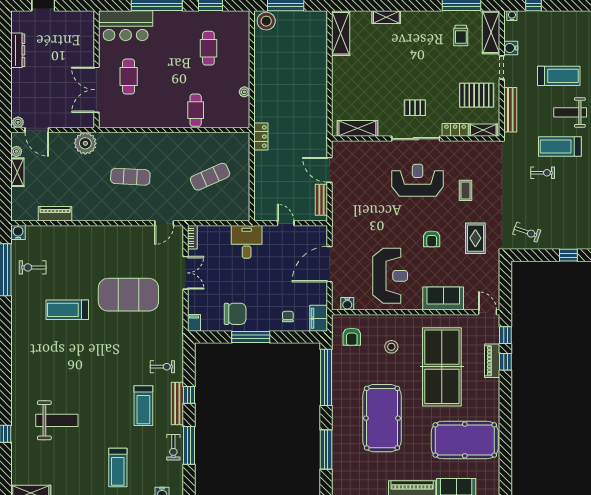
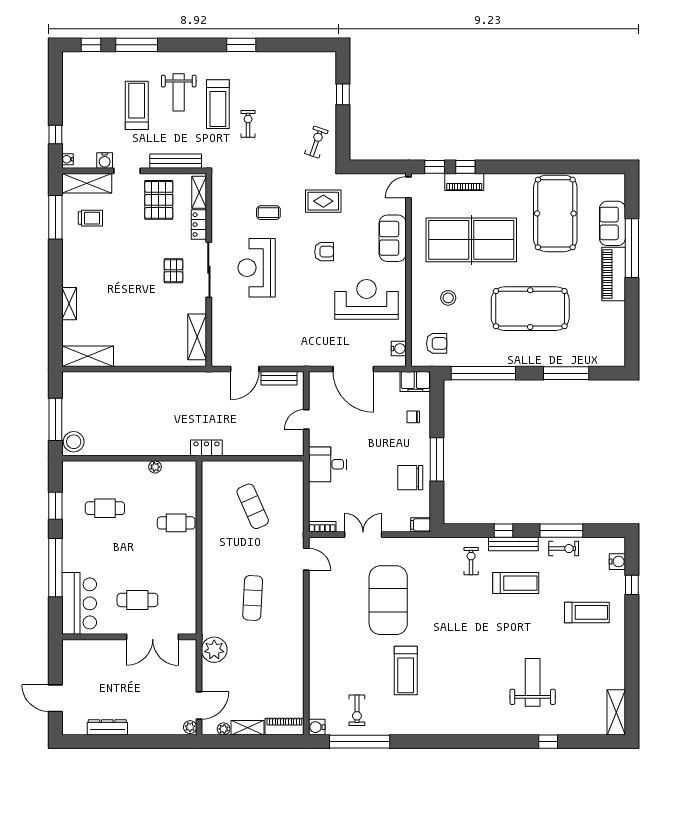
piano: (55, 214) -> (284, 727), moved, turned 90
chair: (235, 314) -> (410, 478), turned -90

